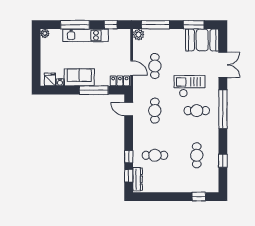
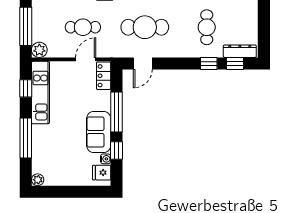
kitchen unit: (86, 35) -> (40, 92), moved
window: (66, 90) -> (117, 150), added
cafe table: (155, 111) -> (145, 27), width x1.37, depth x1.35

